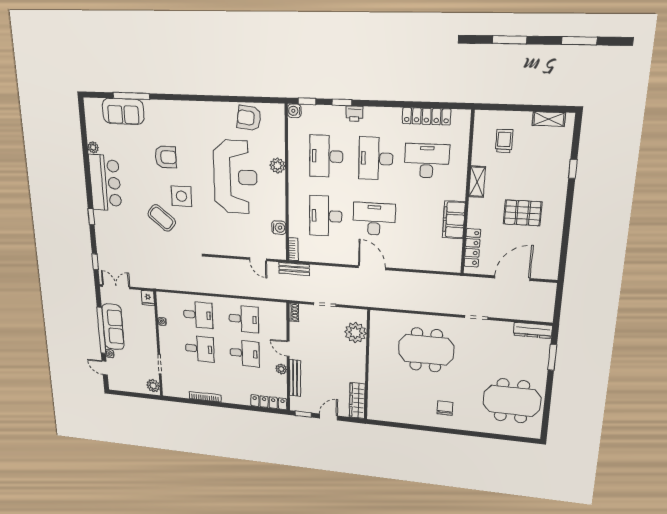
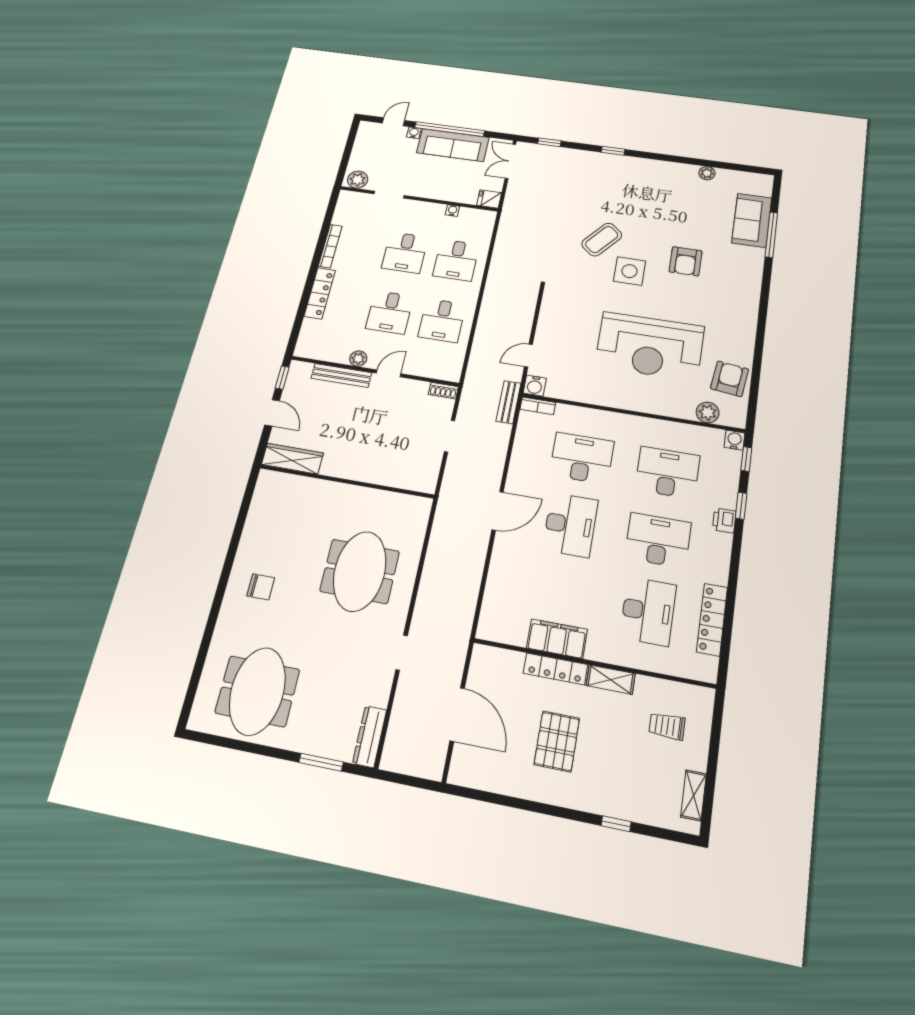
trolley: (504, 141) -> (667, 726), turned 180
plant: (277, 166) -> (708, 412), moved
bar counter: (105, 183) -> (658, 178), removed
water cooler: (279, 228) -> (535, 386), moved
locker: (472, 248) -> (555, 669), moved
double door: (116, 287) -> (510, 161), swing flipped
plant: (355, 333) -> (401, 472), removed
locker: (269, 402) -> (320, 293), moved

